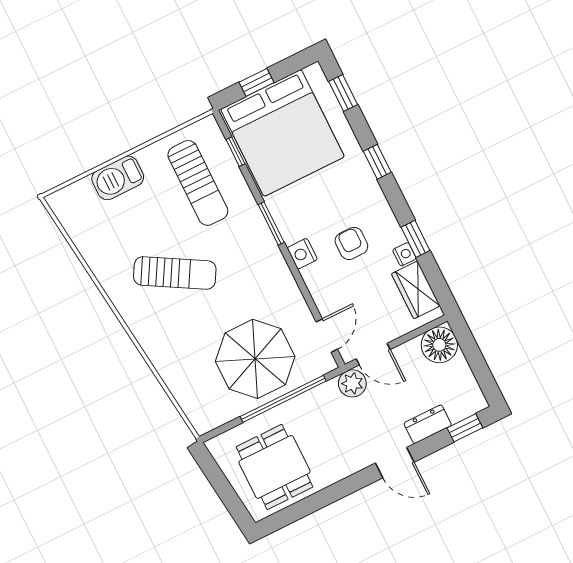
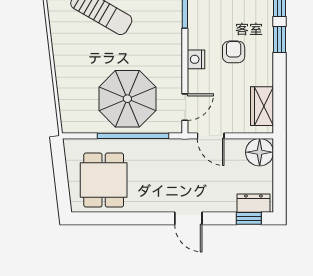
window: (416, 239) -> (279, 40), moved
nightstand: (302, 254) -> (196, 59), moved
nightstand: (404, 254) -> (266, 78), removed
plant: (352, 383) -> (186, 149), removed
dresser: (428, 424) -> (253, 203), moved

